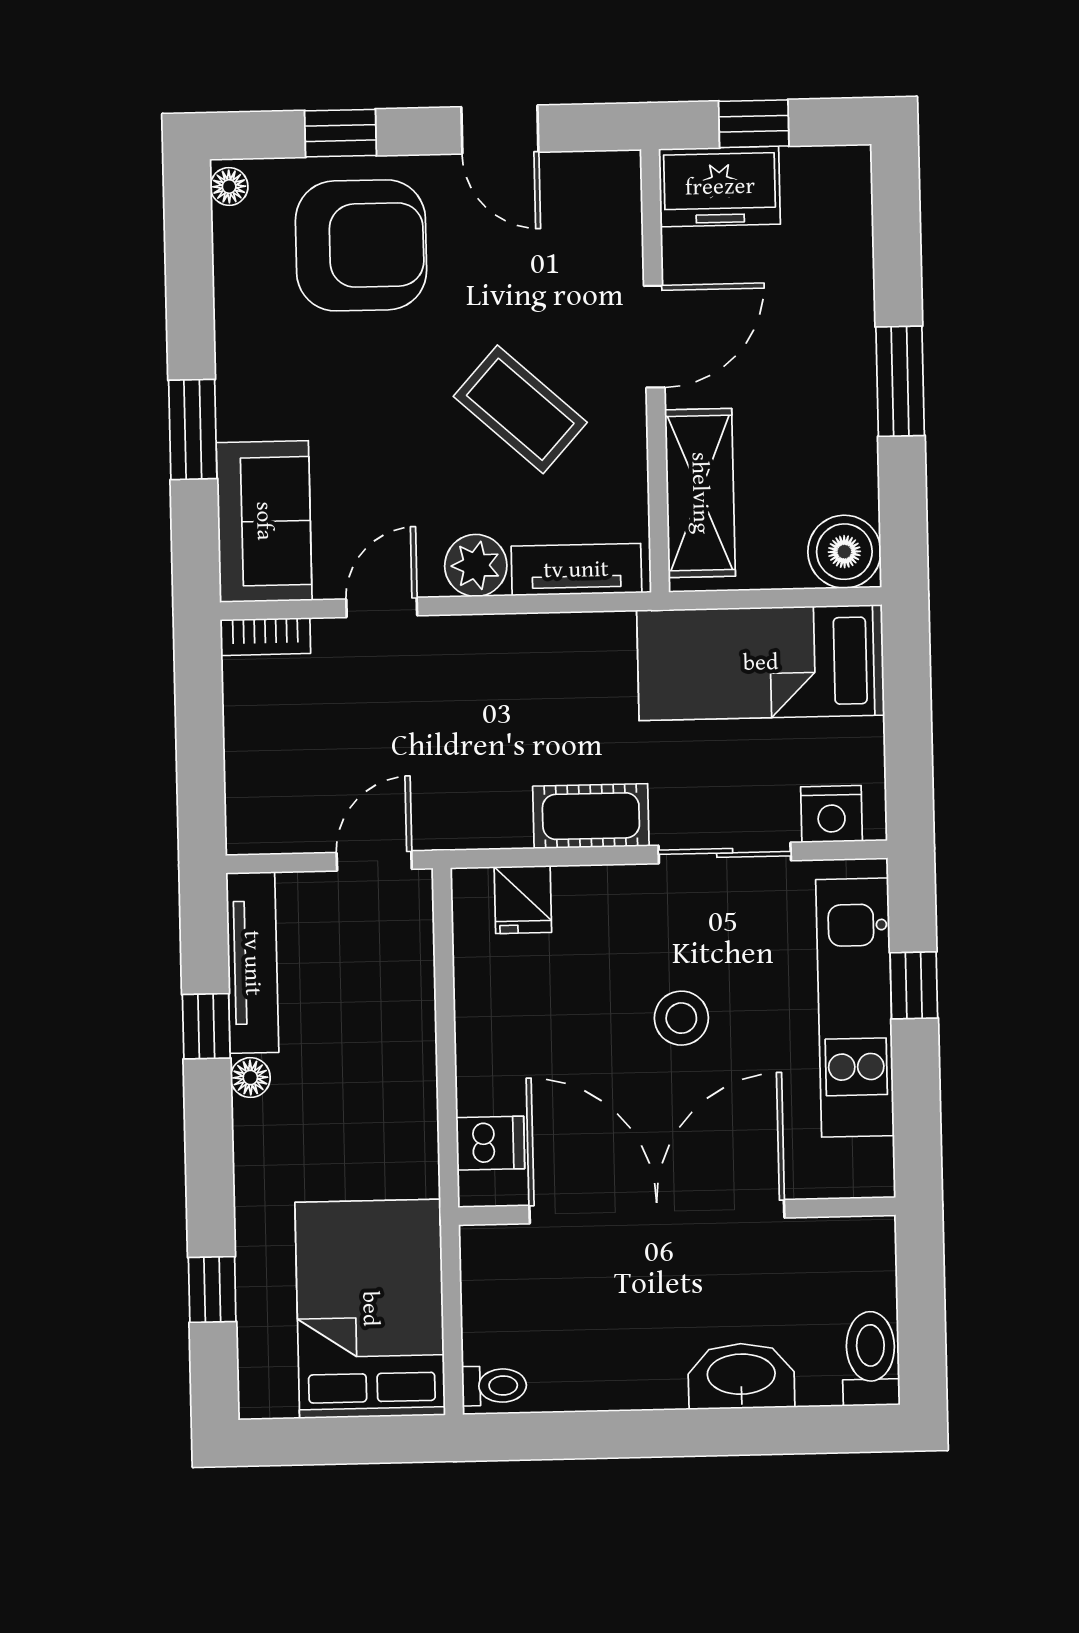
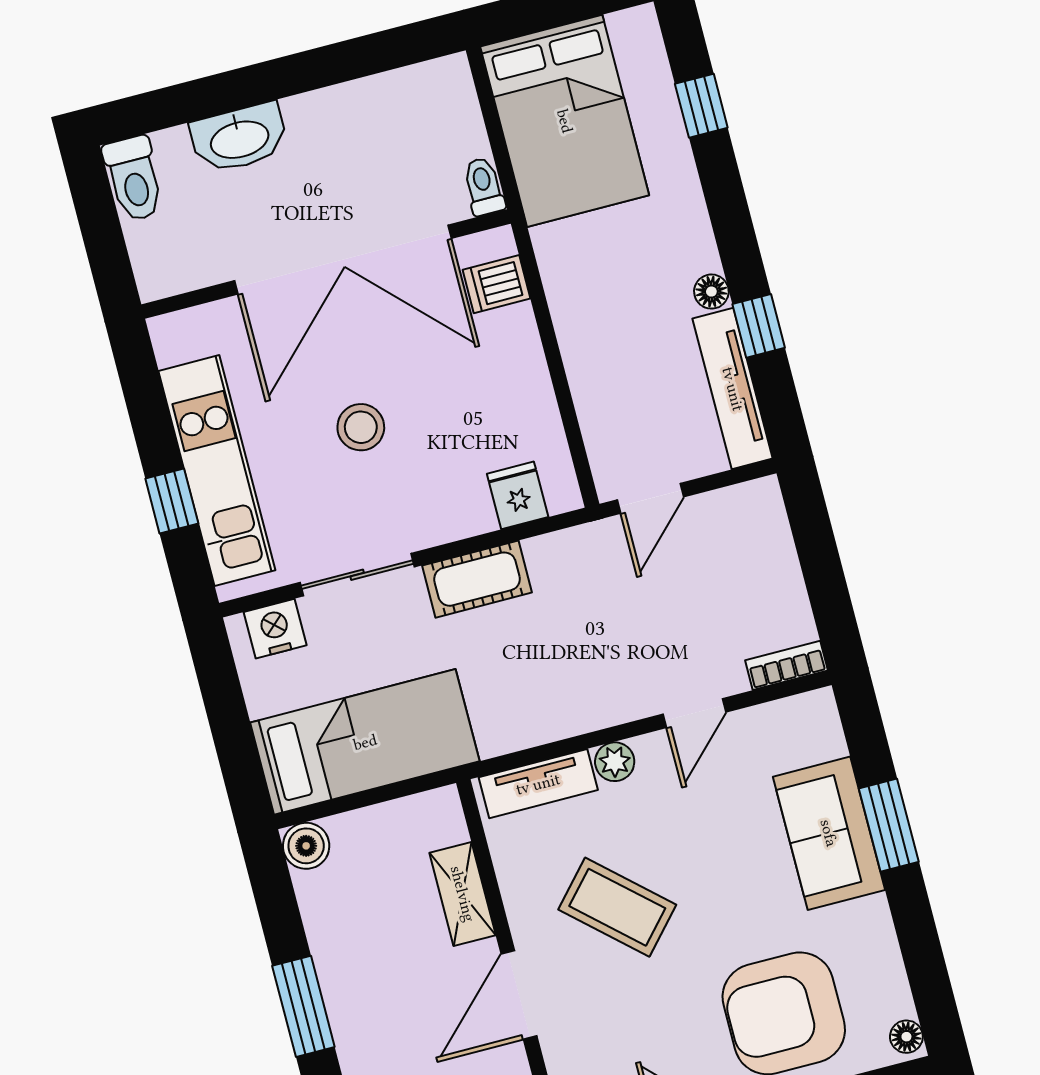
shelving: (700, 493) -> (463, 894), width x0.67, depth x0.75
sofa: (264, 521) -> (829, 833), moved
boiler: (844, 552) -> (306, 846), width x0.73, depth x0.73
plant: (476, 566) -> (615, 762), width x0.73, depth x0.73
toilet: (494, 1386) -> (484, 187), moved, turned 90

